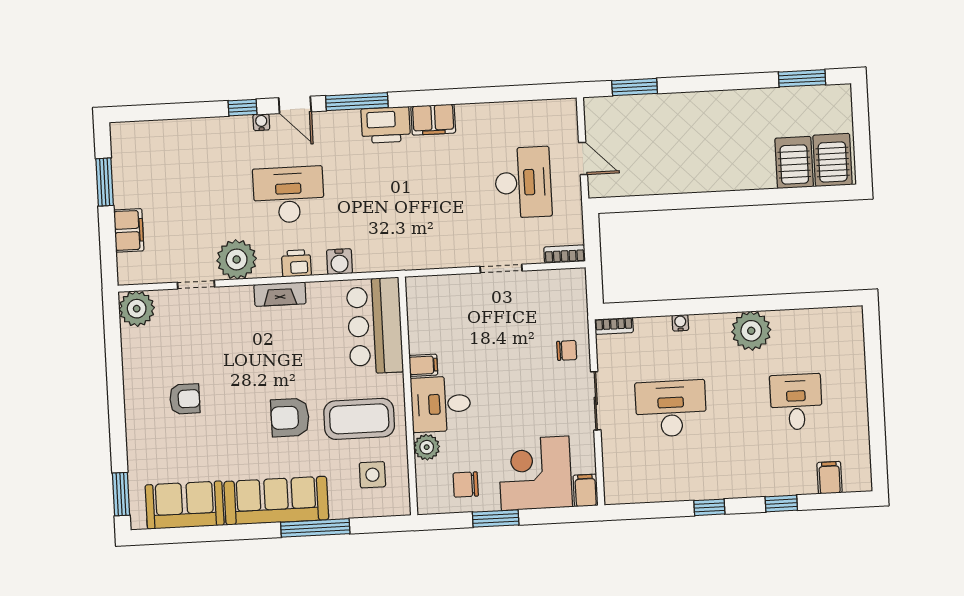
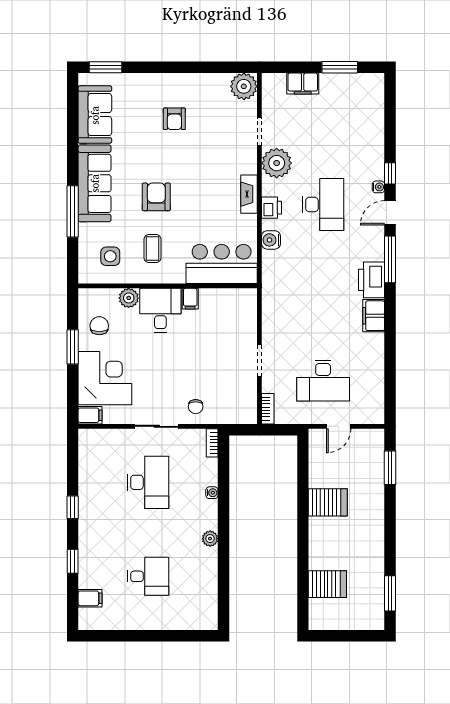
server rack: (833, 160) -> (328, 502), moved
plant: (751, 331) -> (210, 539), width x0.53, depth x0.53
coffee table: (359, 419) -> (153, 249), width x0.54, depth x0.58

